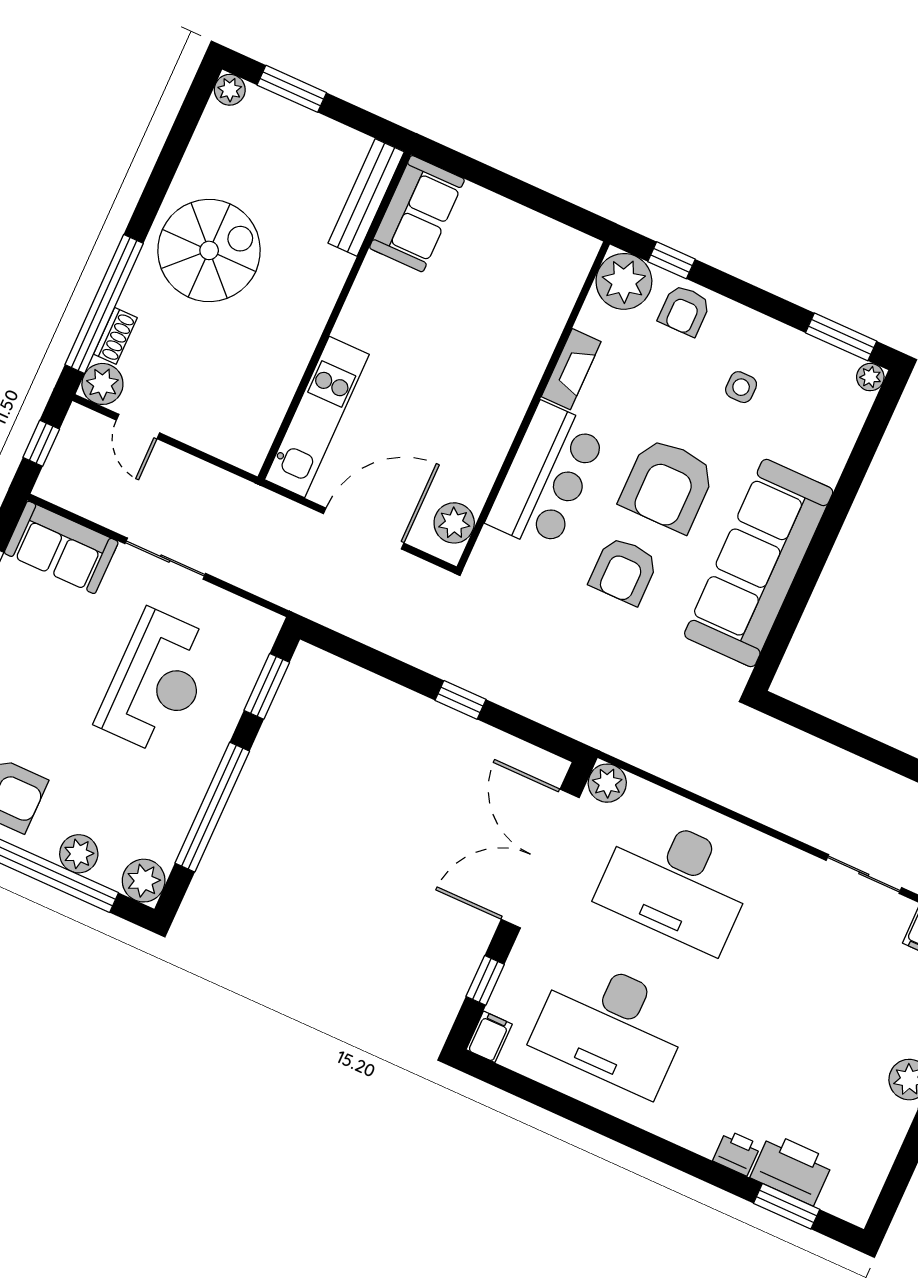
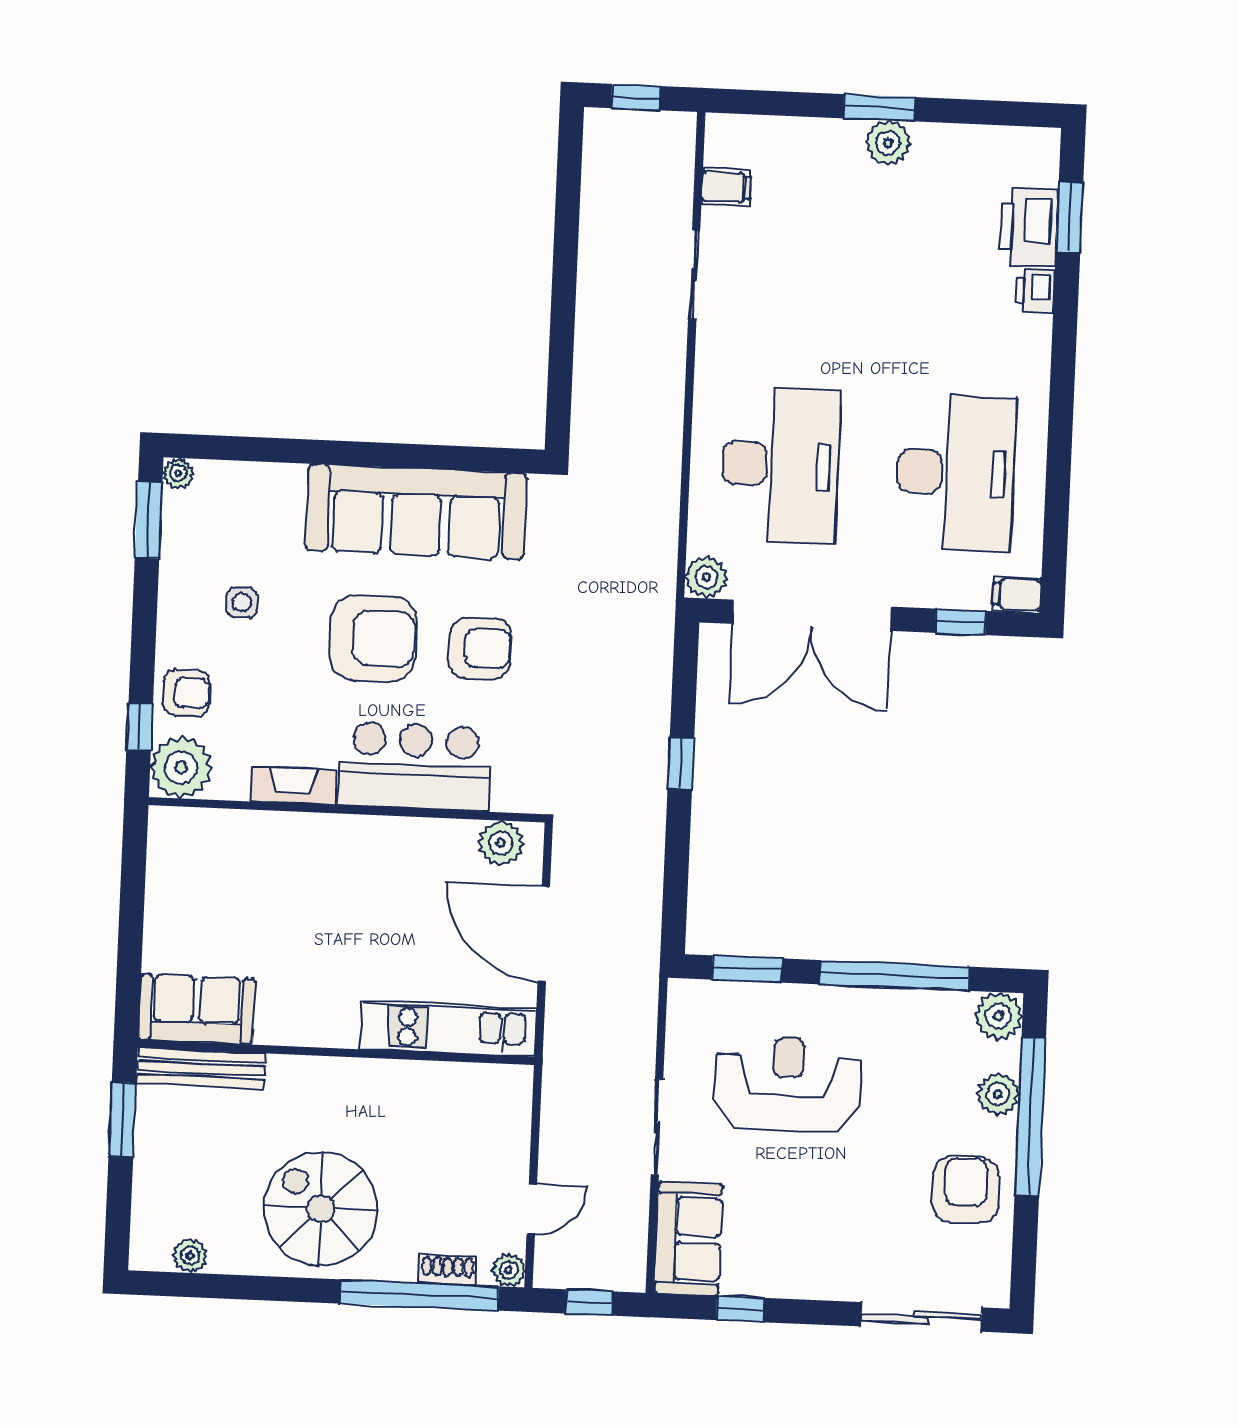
window: (292, 89) -> (122, 1120), moved
plant: (230, 90) -> (190, 1256), moved
plant: (102, 384) -> (509, 1270), width x0.73, depth x0.73

